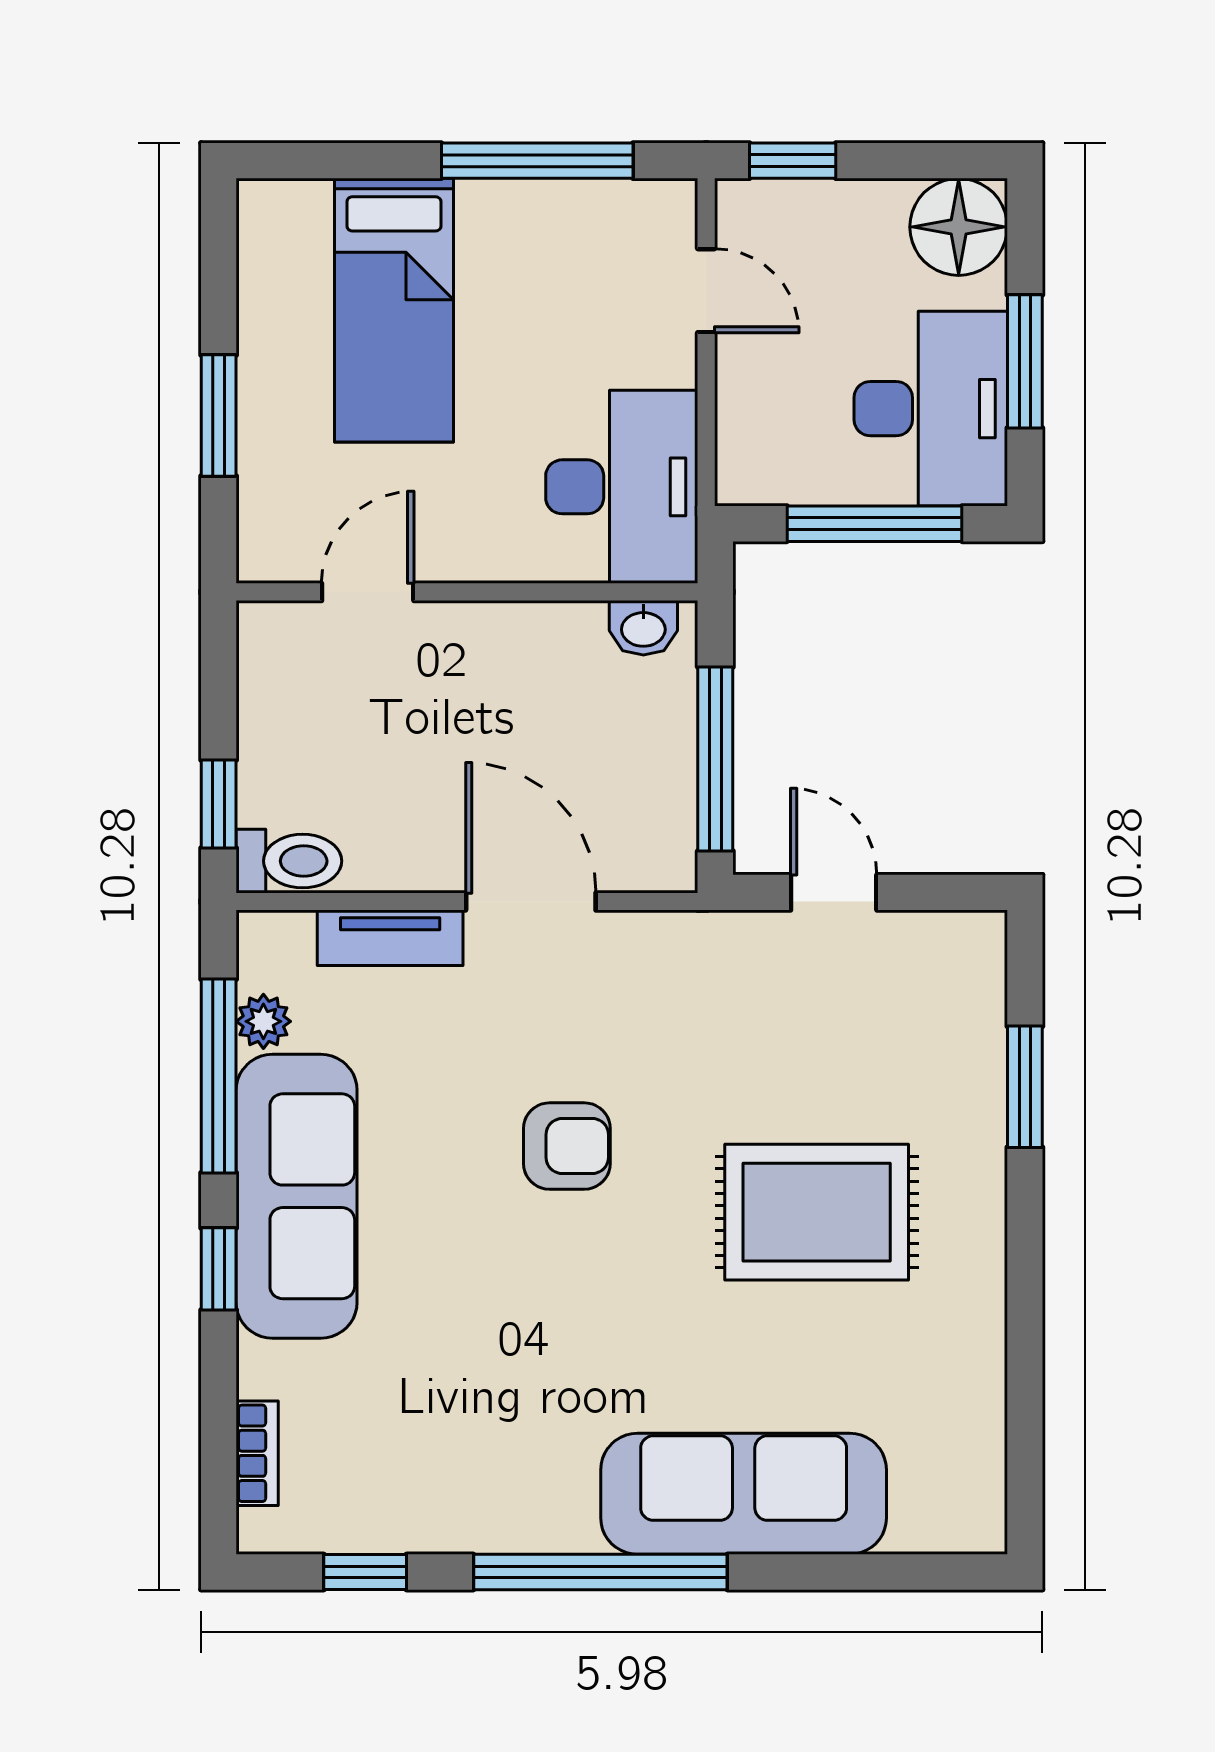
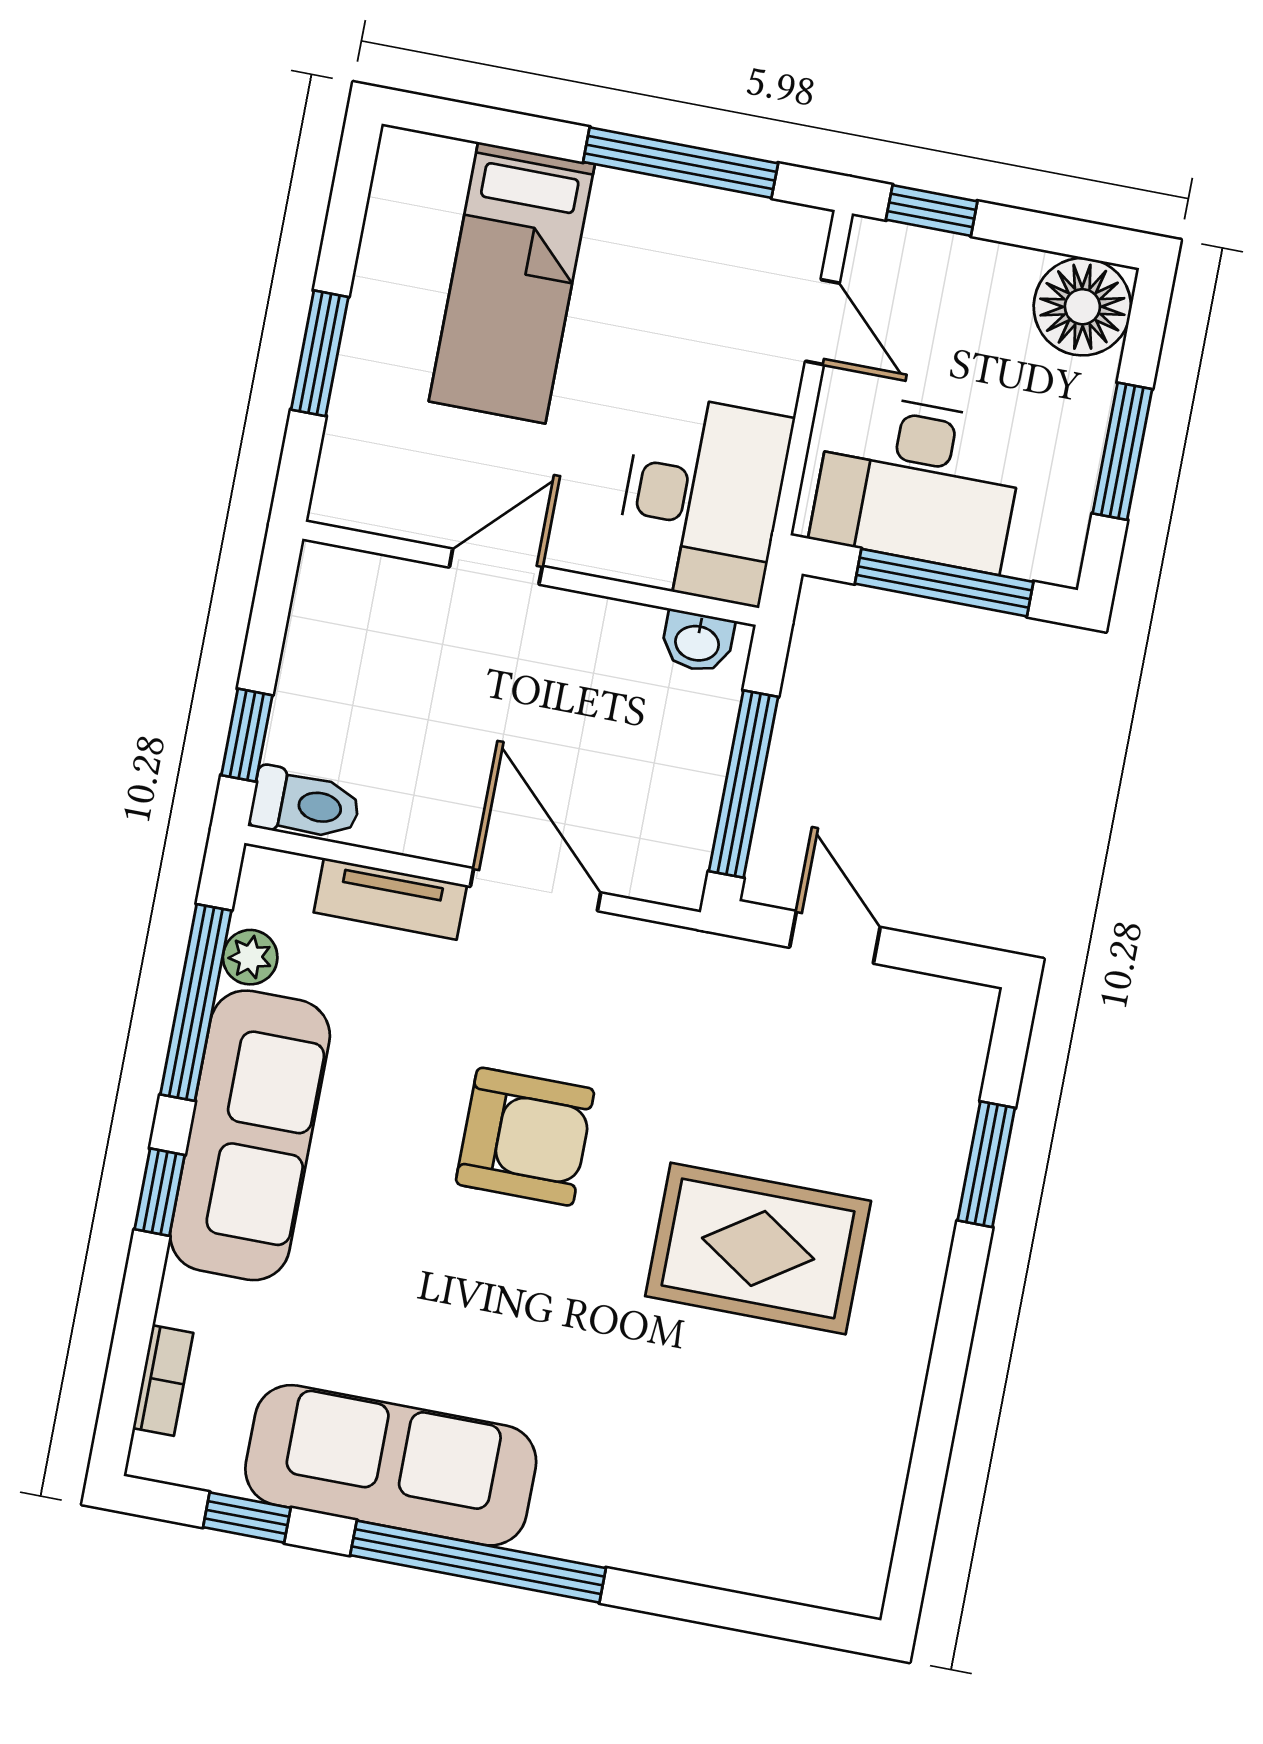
desk: (931, 409) -> (918, 482), moved, turned 90
door: (368, 592) -> (496, 567), moved
armchair: (567, 1146) -> (525, 1137), width x1.38, depth x1.38
sofa: (744, 1494) -> (391, 1465), moved

